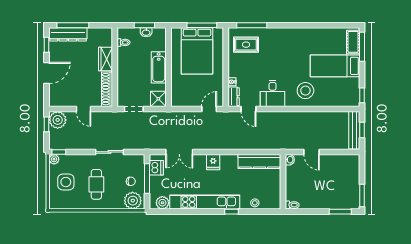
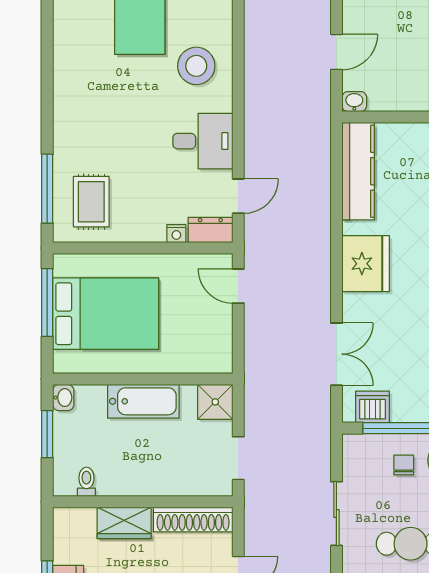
washbasin: (146, 32) -> (63, 398), moved
fridge: (213, 162) -> (366, 264), width x1.88, depth x1.34

